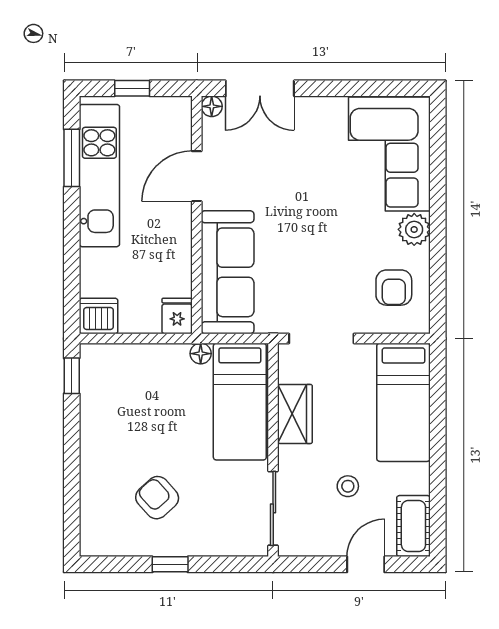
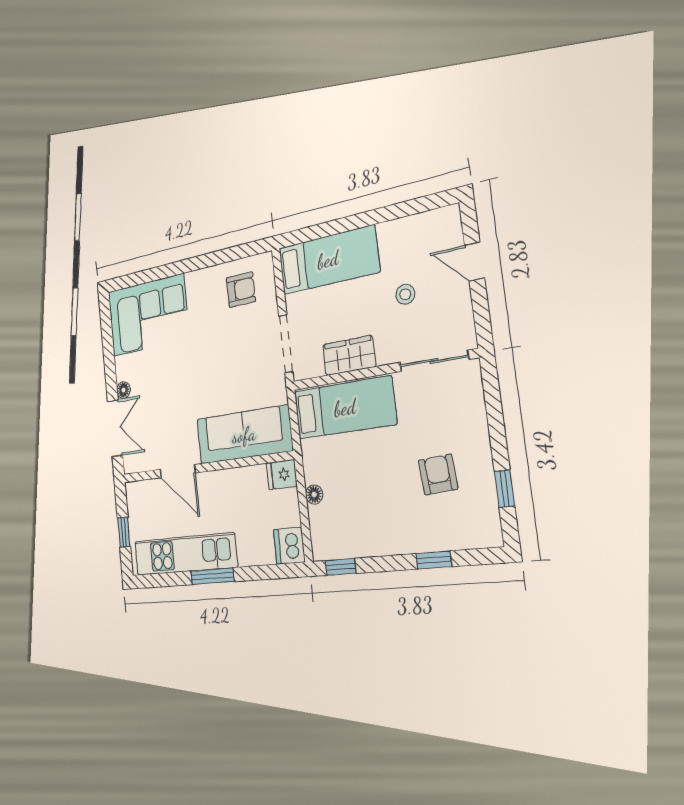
floor lamp: (212, 106) -> (123, 390), moved
window: (72, 158) -> (212, 576), moved
plant: (414, 229) -> (198, 283), removed
floor lamp: (201, 354) -> (314, 494), moved
window: (72, 482) -> (434, 560), added
armchair: (157, 498) -> (438, 475), turned 128
cot: (413, 526) -> (433, 225), removed
window: (170, 564) -> (504, 488), moved

